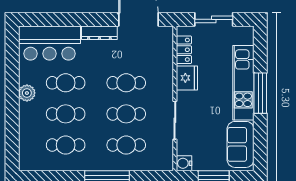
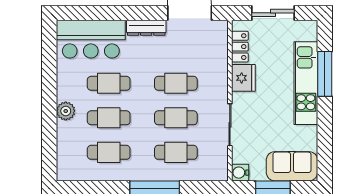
plant: (27, 93) -> (66, 111), moved
window: (260, 93) -> (325, 74), moved
sofa: (240, 144) -> (292, 166), moved, turned 90

